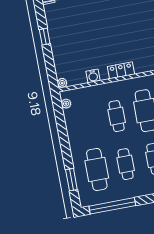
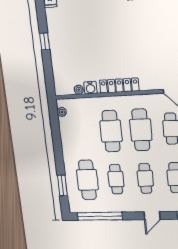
locker: (121, 70) -> (119, 86), width x1.53
plant: (62, 83) -> (79, 90), moved
cafe table: (117, 116) -> (111, 131), width x1.37, depth x1.35

